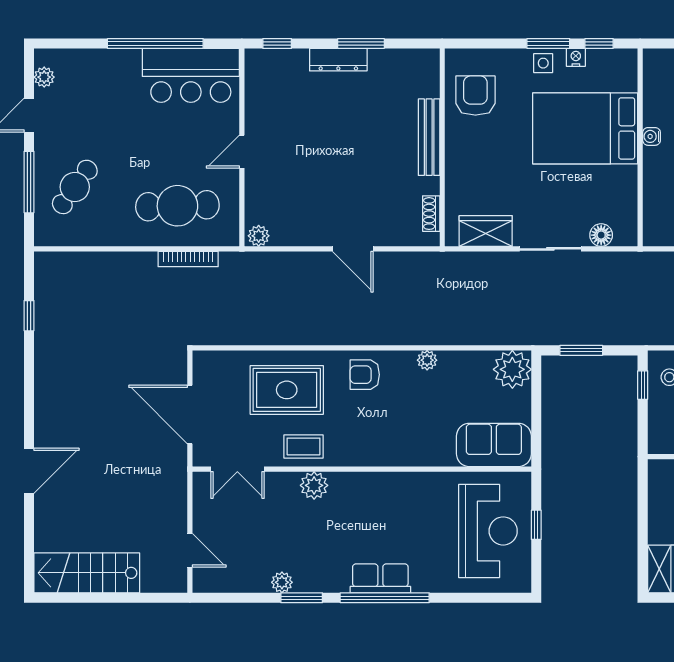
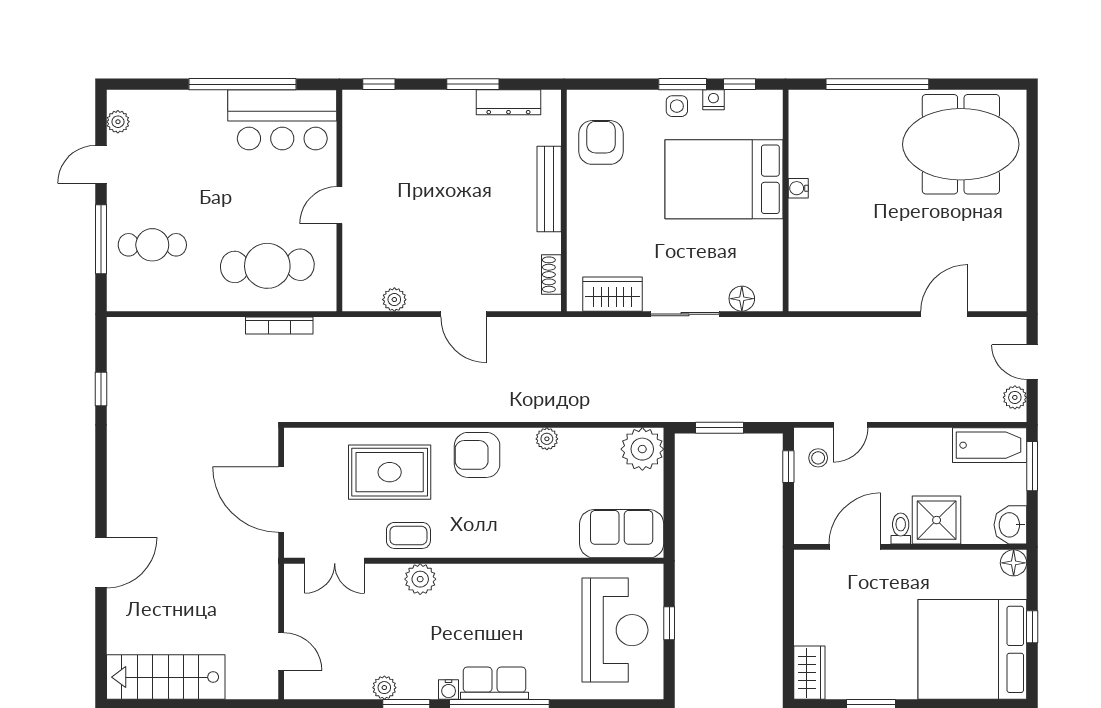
dresser: (338, 60) -> (508, 102), moved
cafe table: (75, 187) -> (152, 245), turned 54
plant: (259, 236) -> (394, 300), moved
armchair: (365, 375) -> (477, 455), width x1.38, depth x1.38
water cooler: (339, 584) -> (449, 689), added

